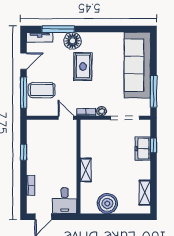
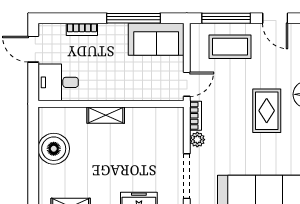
rug: (83, 66) -> (267, 111), turned 90
coffee table: (42, 90) -> (230, 47), turned 90
sofa: (37, 138) -> (156, 39), added
window: (24, 152) -> (134, 18), width x2.17

